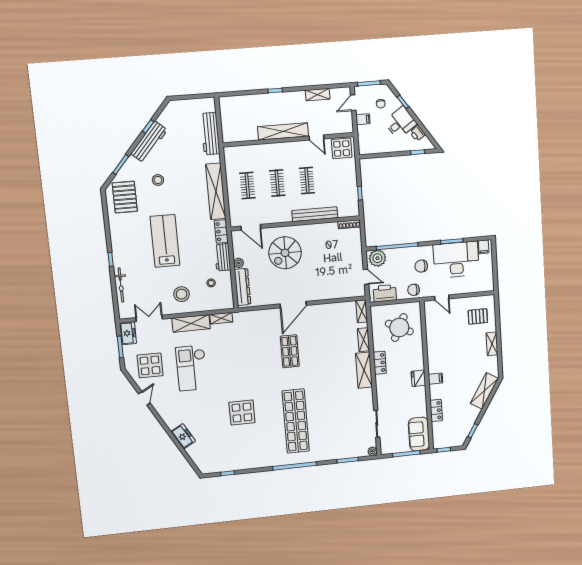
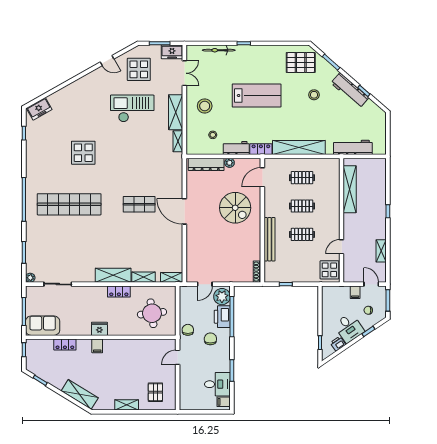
shelving: (283, 131) -> (350, 189), moved
spiral stairs: (285, 253) -> (235, 208), turned 180
desk: (456, 260) -> (217, 384), width x0.53, depth x0.77
printer: (385, 293) -> (222, 317), moved, turned 180
round table: (399, 328) -> (152, 313), turned -33
freezer: (183, 436) -> (39, 109), moved

